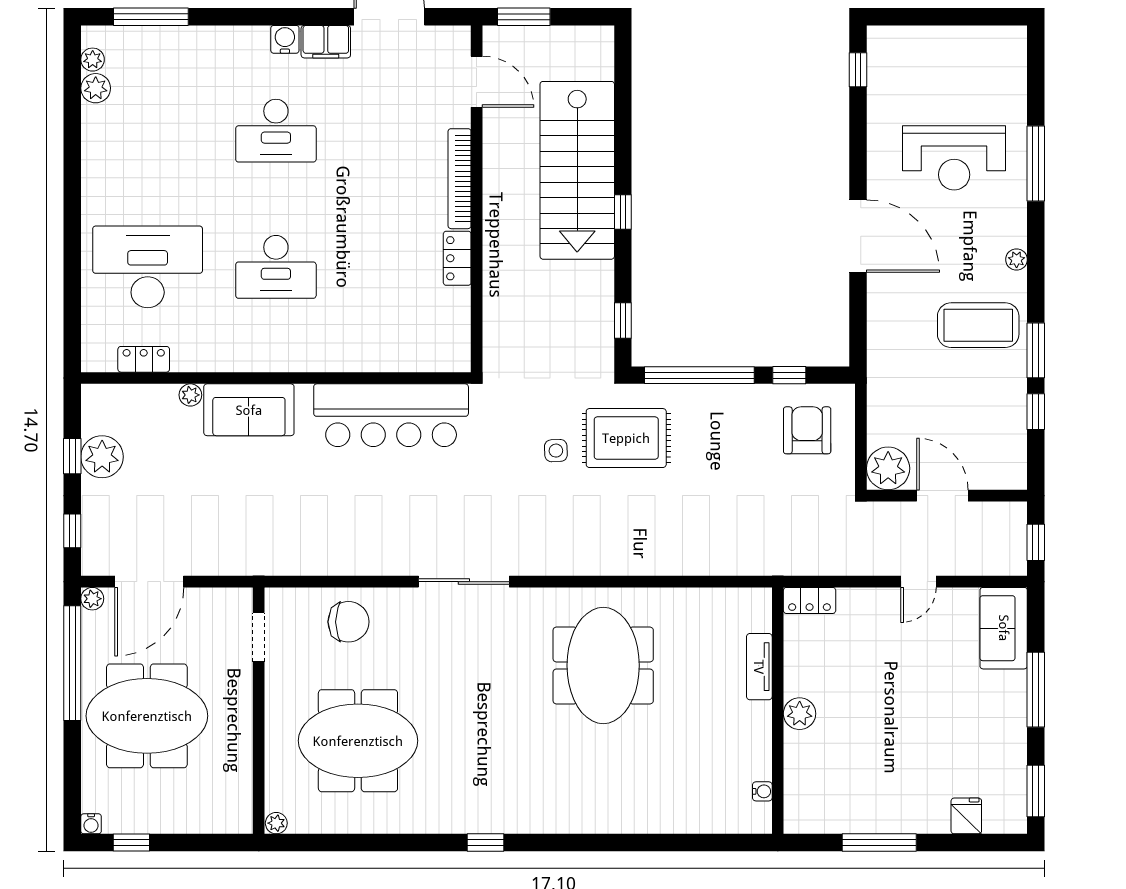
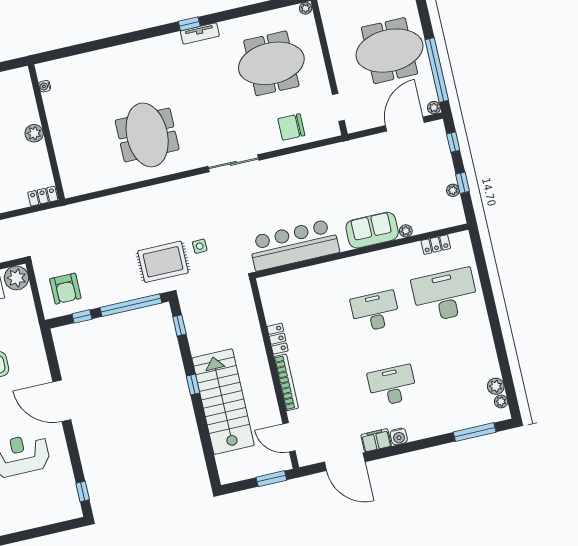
desk: (148, 267) -> (445, 295), turned 180
plant: (102, 457) -> (453, 190), width x0.53, depth x0.53
tv unit: (759, 667) -> (200, 34), moved, turned 90

